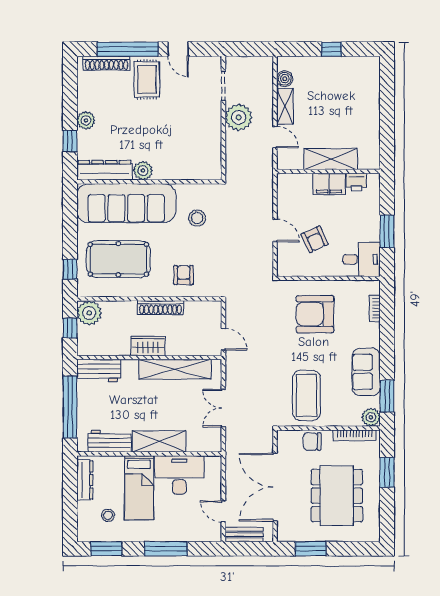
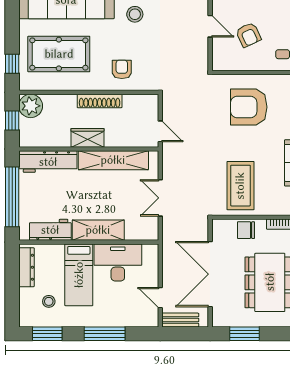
workbench: (99, 371) -> (48, 162), width x1.38

